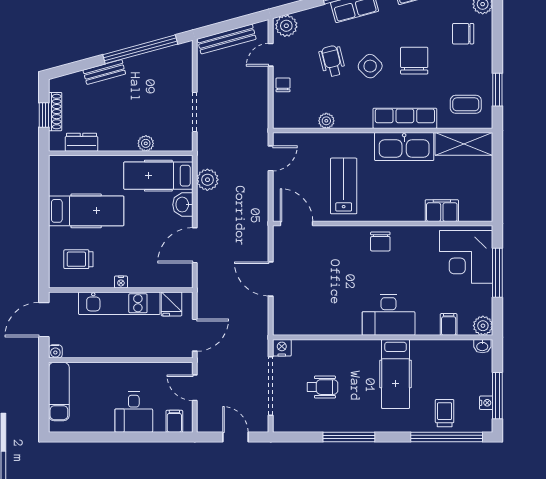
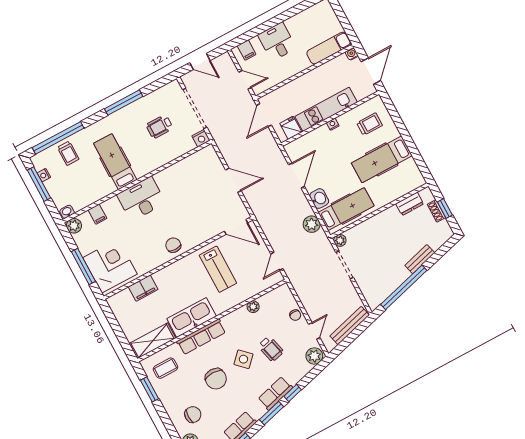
shoe rack: (55, 112) -> (436, 211), width x0.70
plant: (146, 143) -> (340, 240), moved
exam couch: (59, 392) -> (329, 48), moved, turned 90

